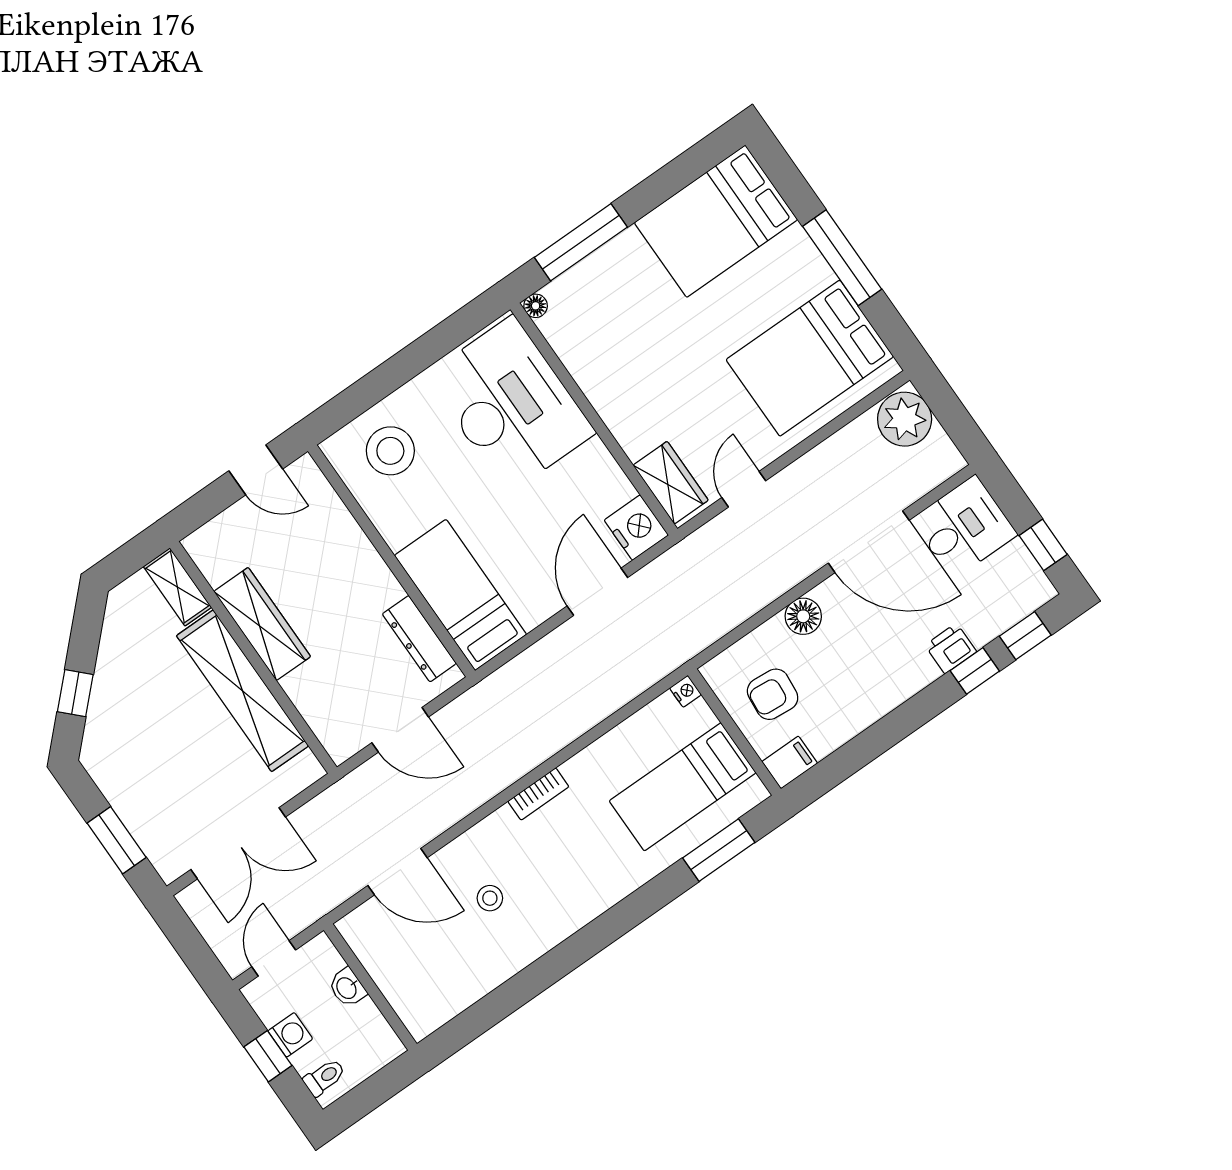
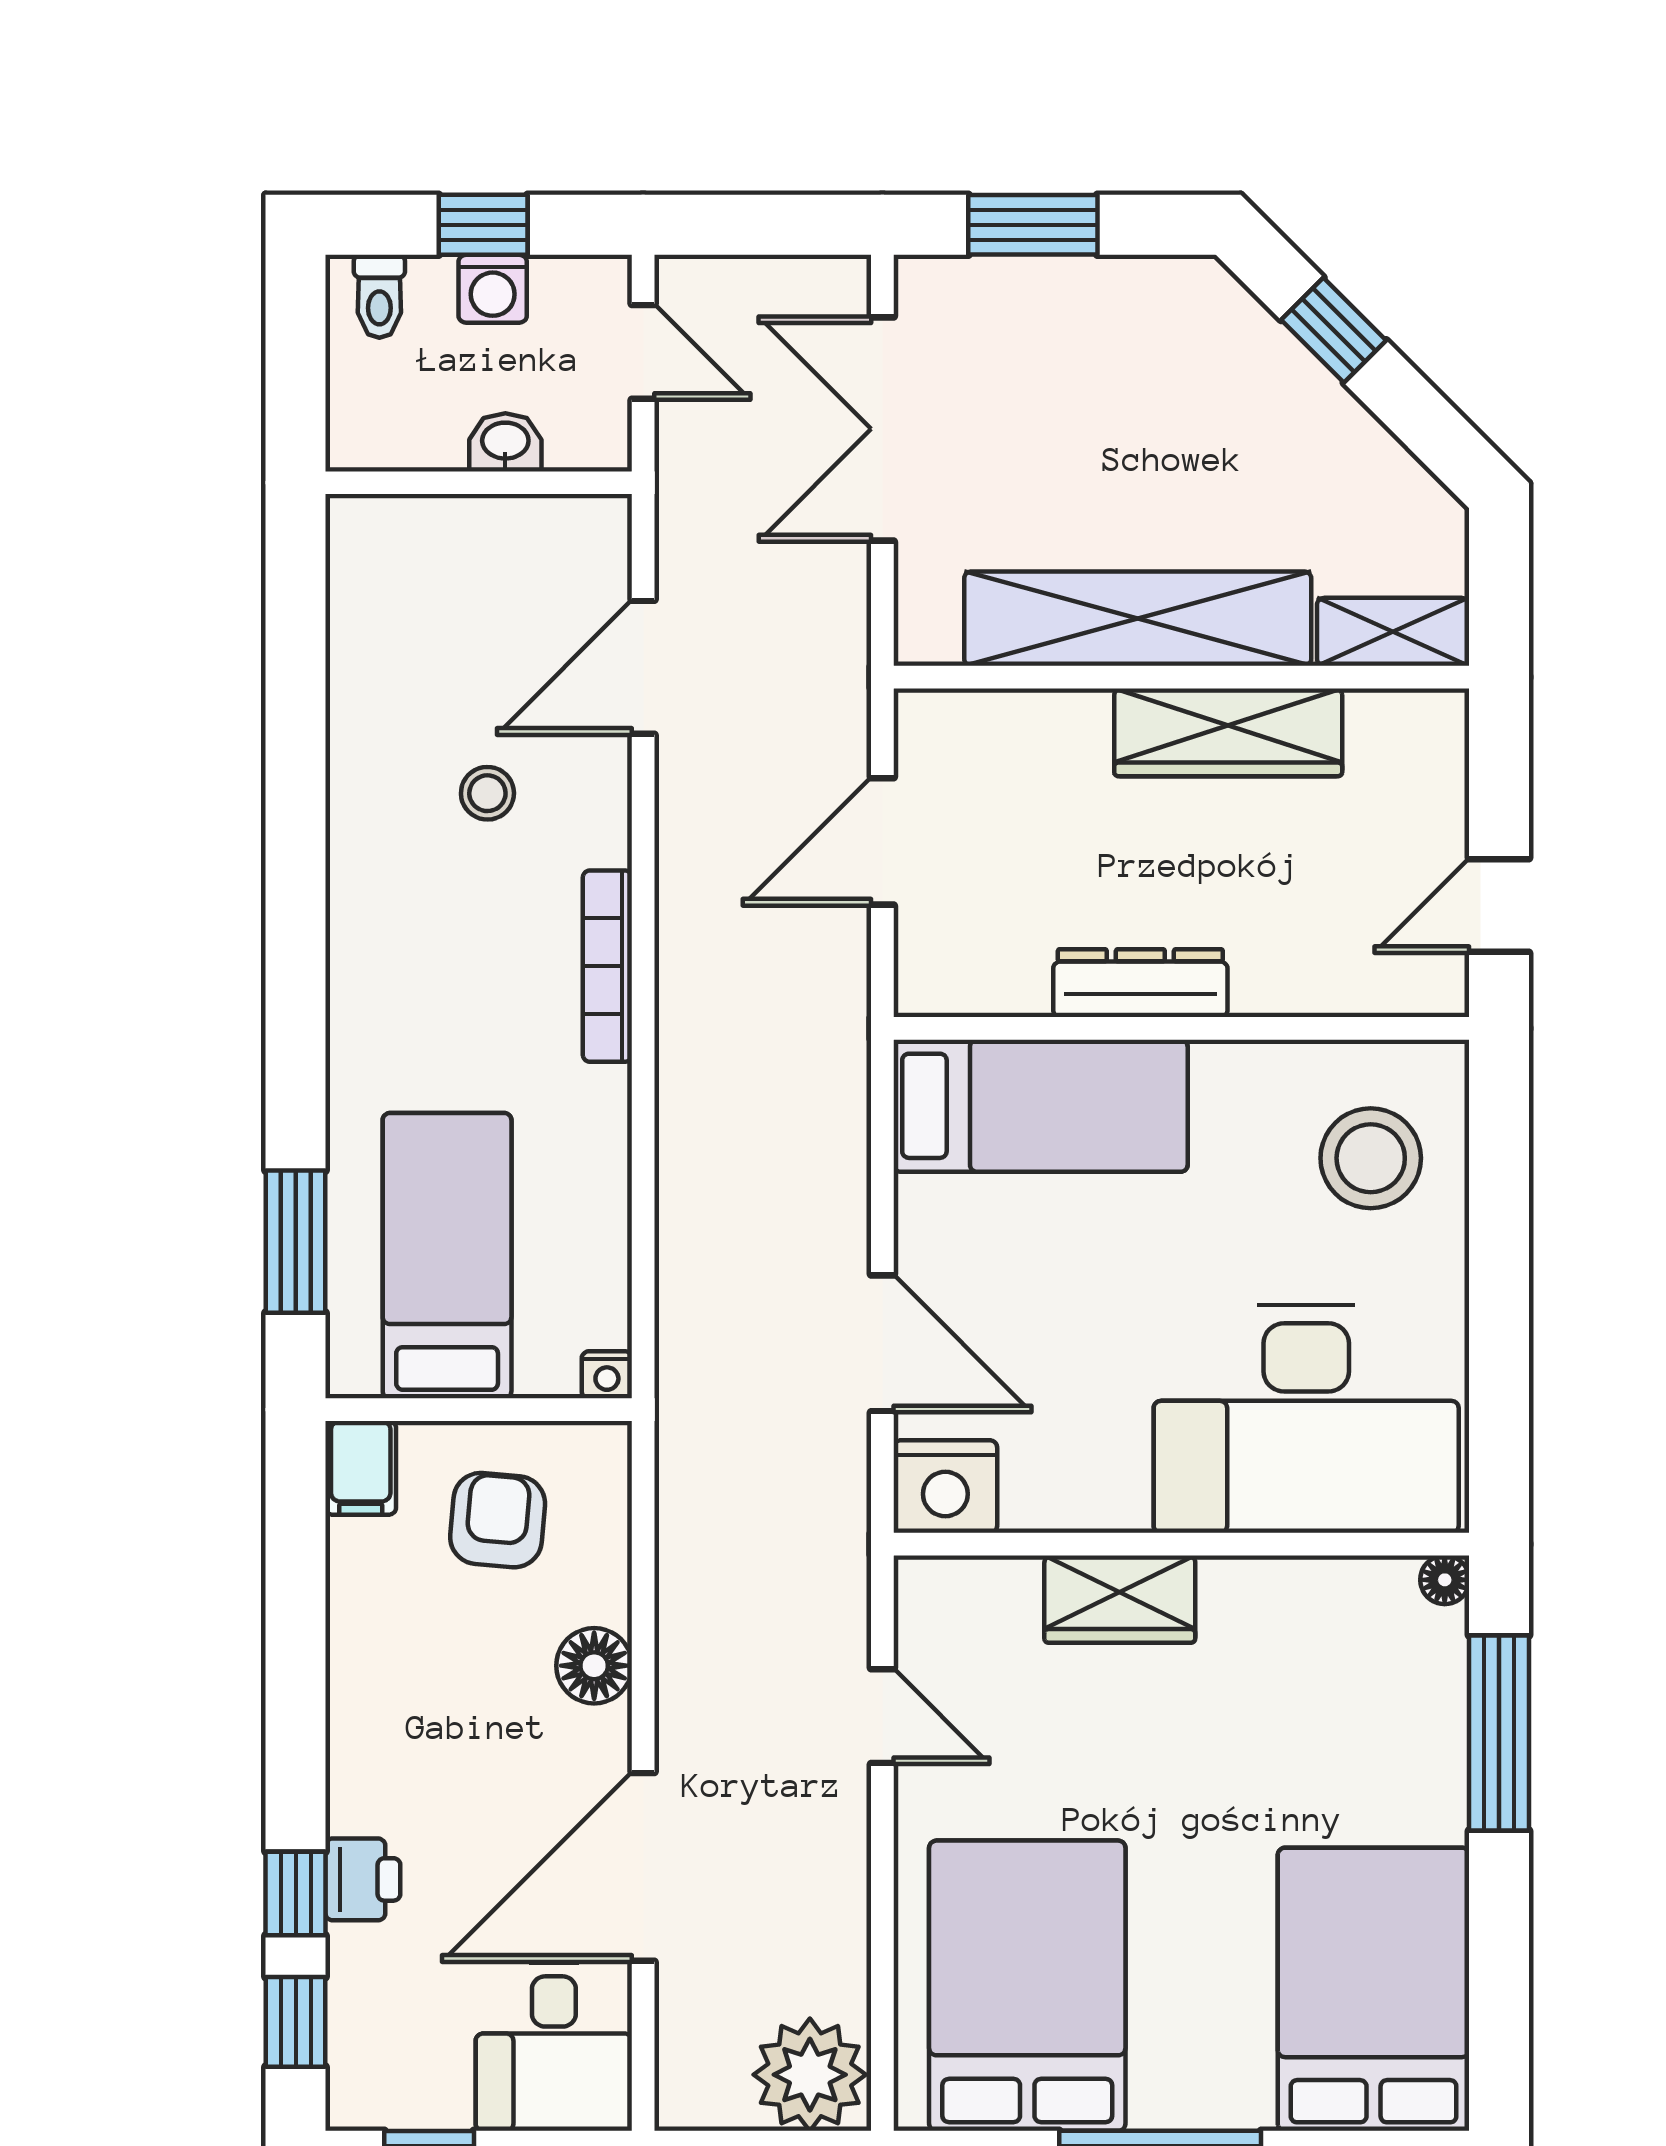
wardrobe: (671, 483) -> (1120, 1599), moved
dresser: (419, 639) -> (1140, 983), moved
bookcase: (538, 794) -> (607, 966), width x1.56

